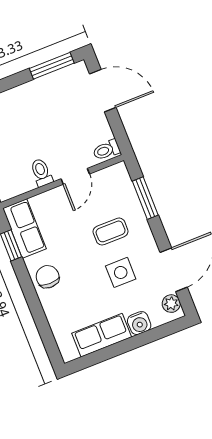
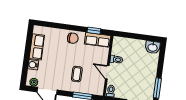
side table: (121, 272) -> (58, 69), removed

